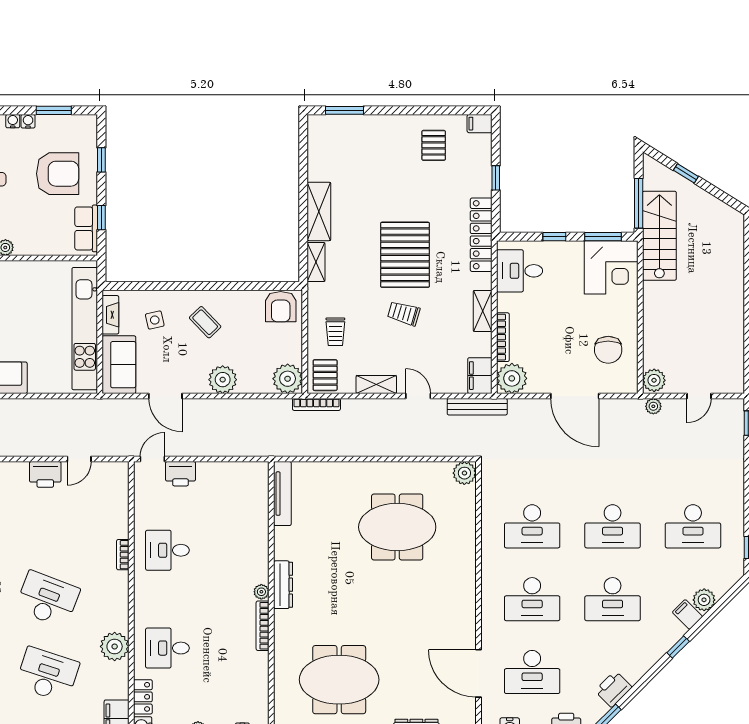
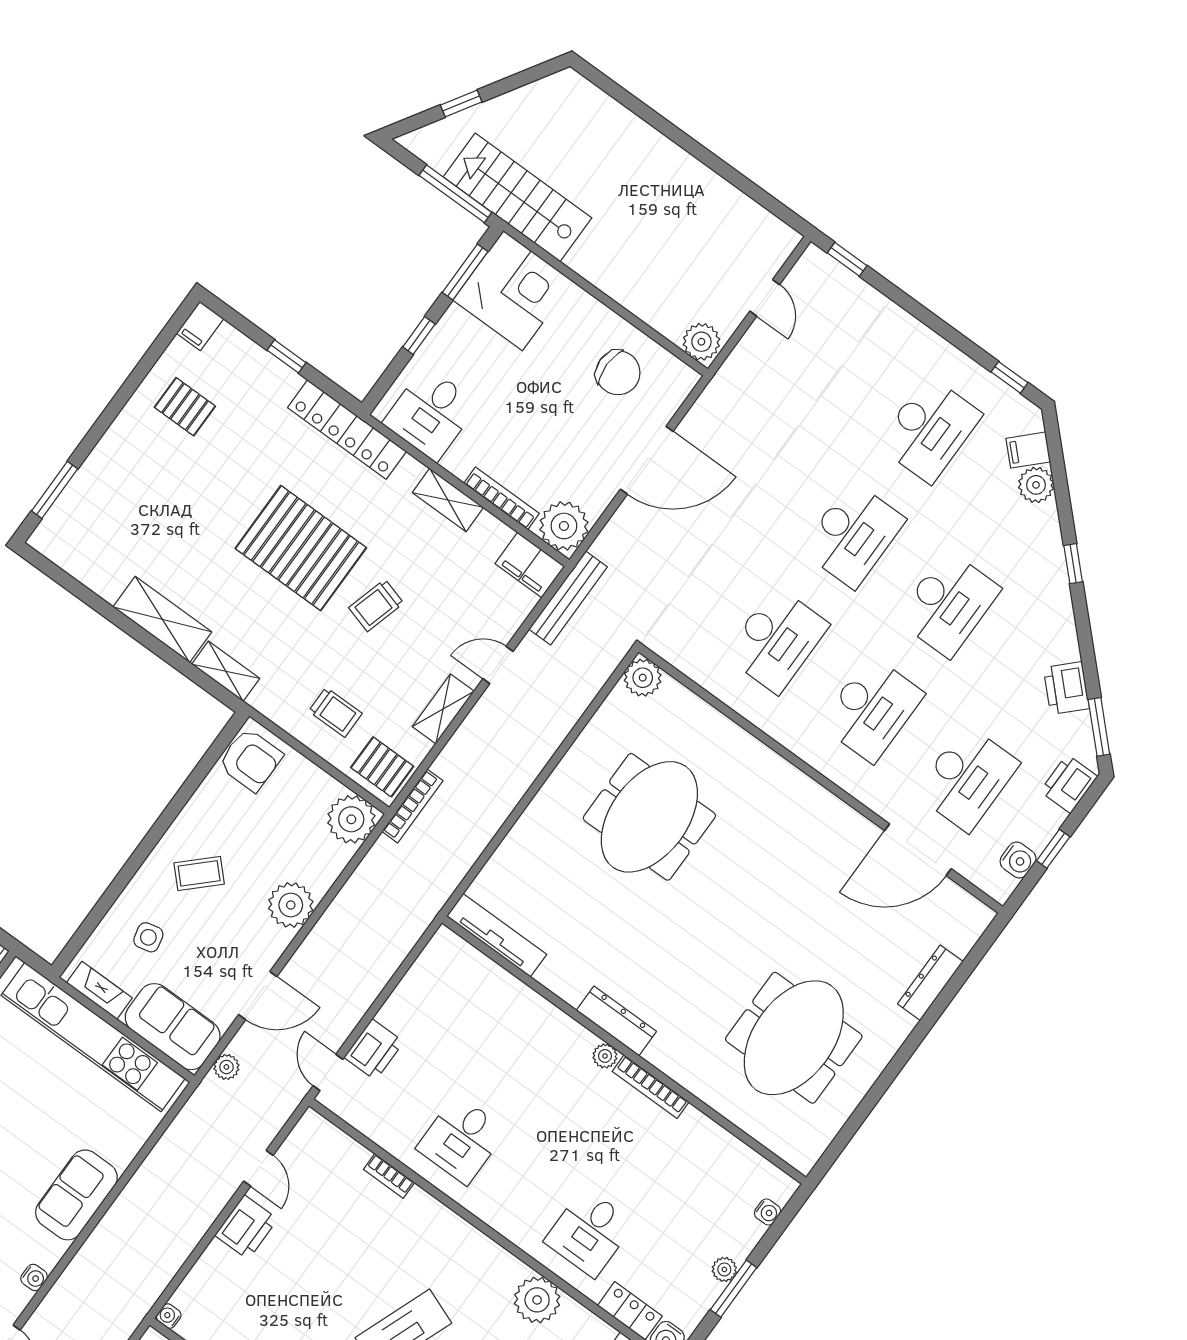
plant: (653, 406) -> (226, 1067), moved
bookcase: (123, 555) -> (389, 1176), moved
filing cabinet: (687, 614) -> (1028, 450), moved

